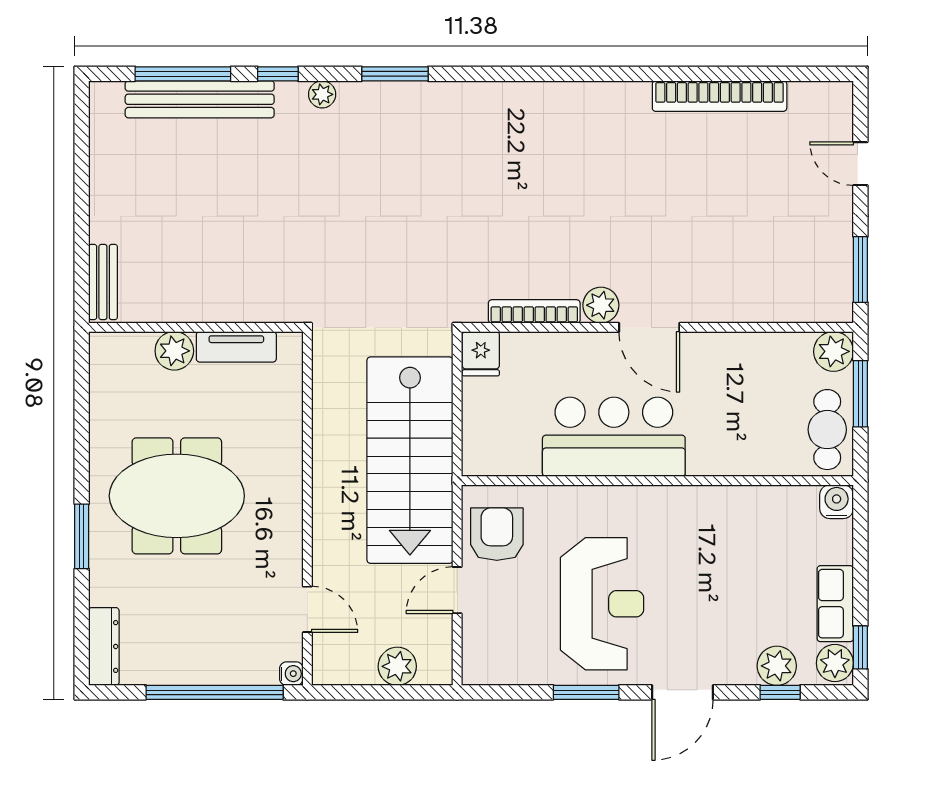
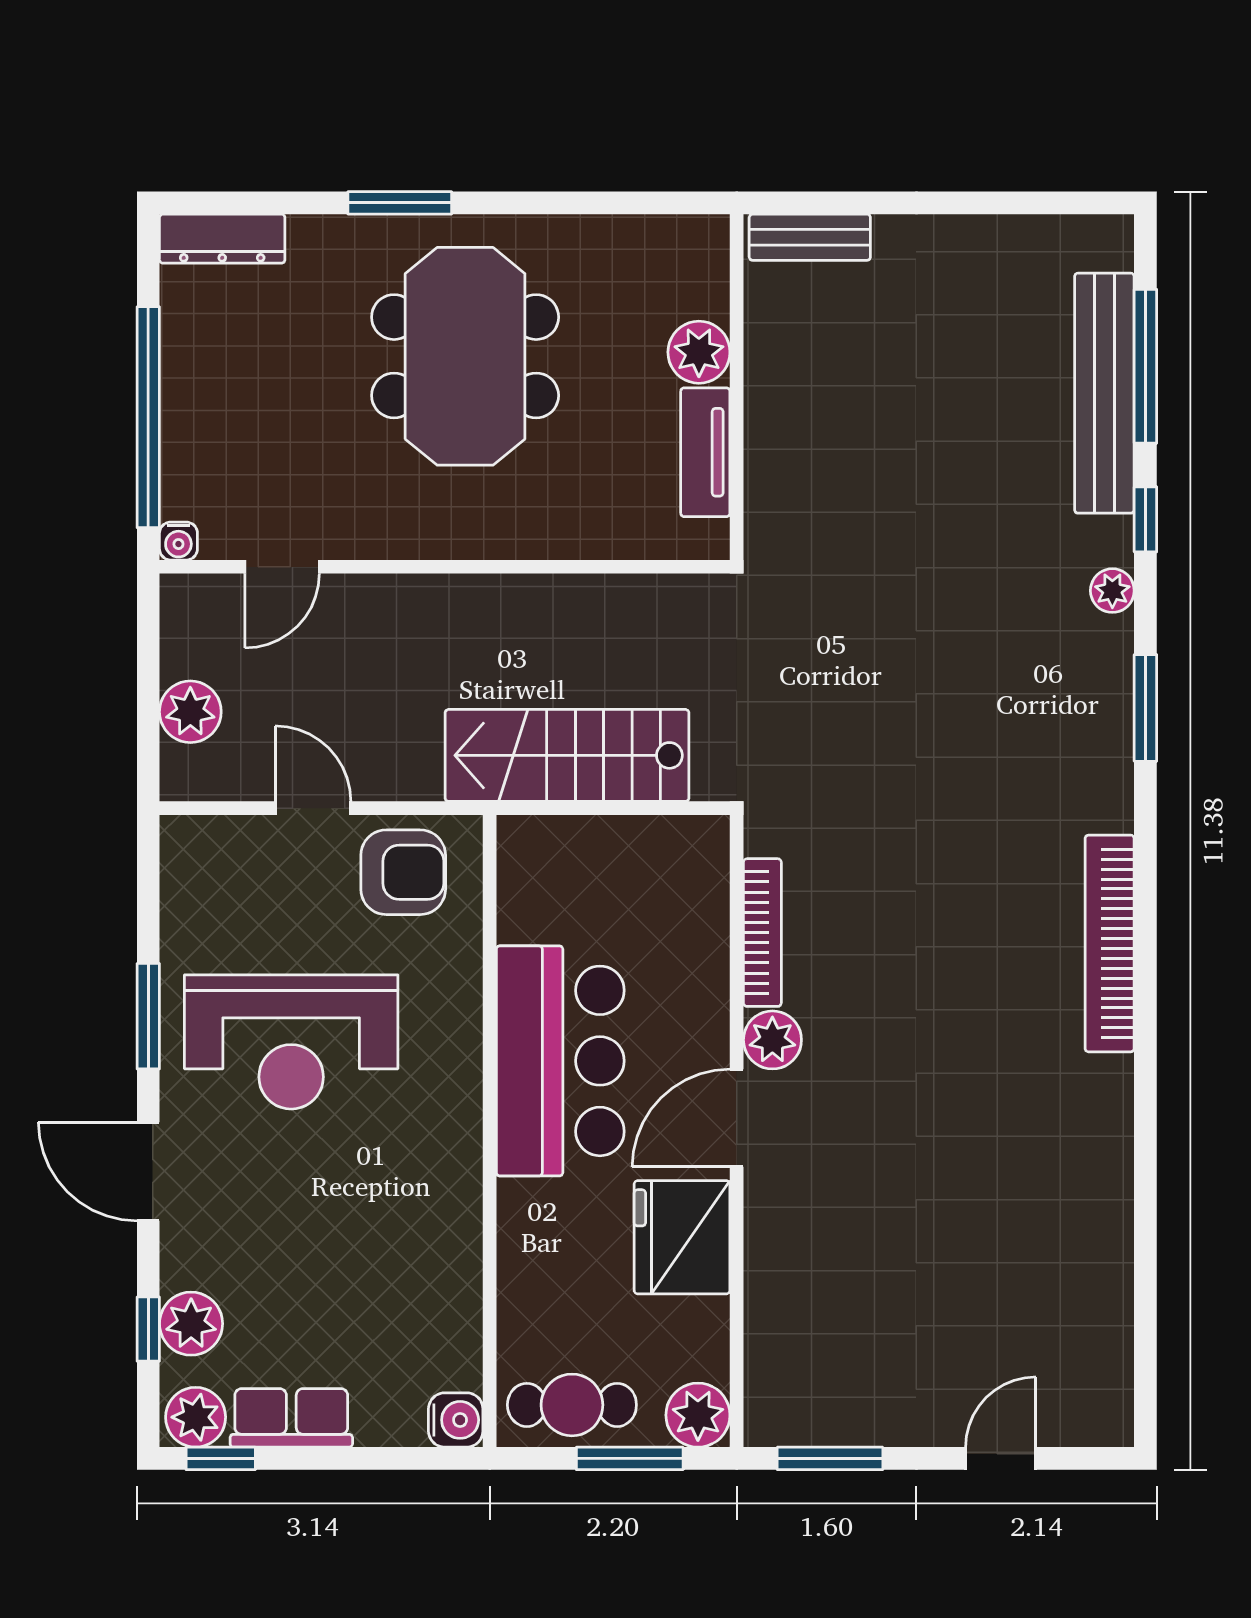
bookcase: (720, 96) -> (1110, 943), moved
fridge: (481, 354) -> (682, 1237), moved, width x1.88, depth x1.34
stairs: (410, 460) -> (567, 755), width x0.73, depth x0.66

